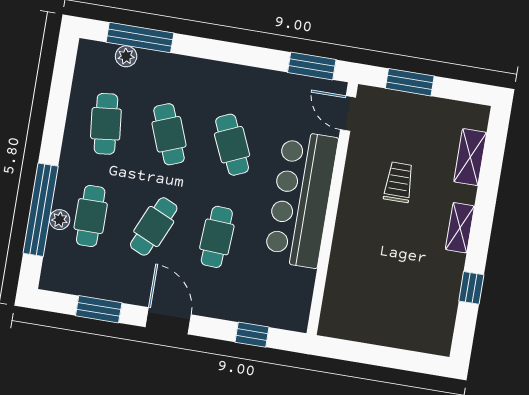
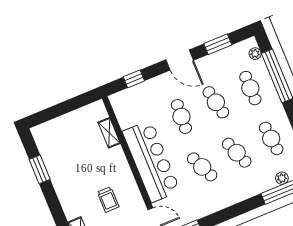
plant: (60, 220) -> (255, 54), moved
cafe table: (154, 226) -> (216, 102), turned -36
shelving: (460, 228) -> (109, 133), moved
window: (471, 288) -> (40, 169), width x1.50

